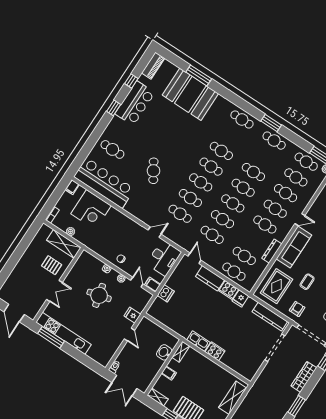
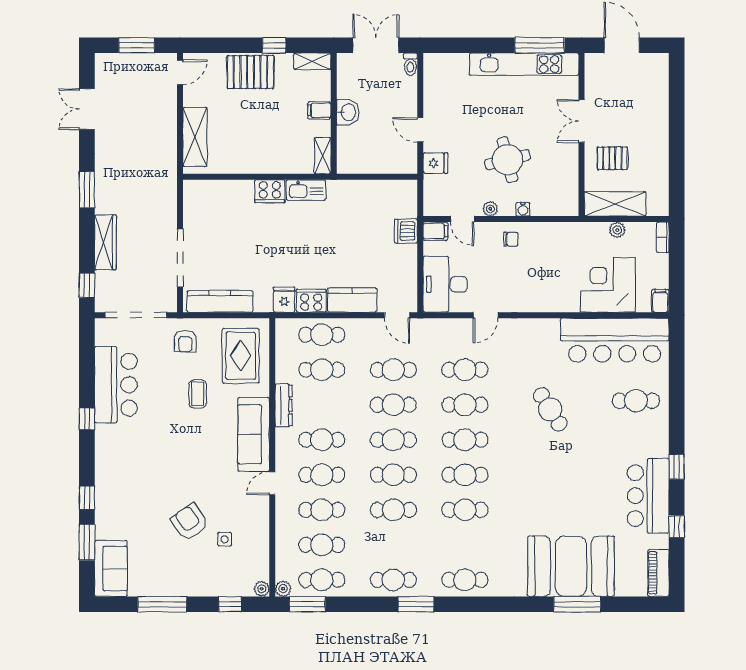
washbasin: (164, 352) -> (348, 112), moved

